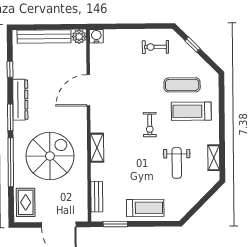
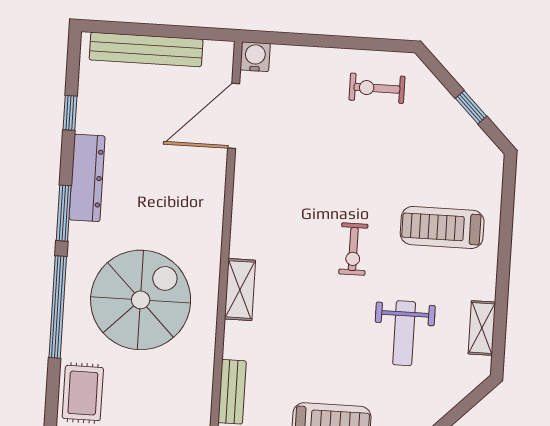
plant: (79, 37) -> (219, 55), removed
window: (193, 45) -> (471, 107), moved
exercise mat: (182, 85) -> (427, 171), removed
door: (88, 90) -> (234, 116), moved

